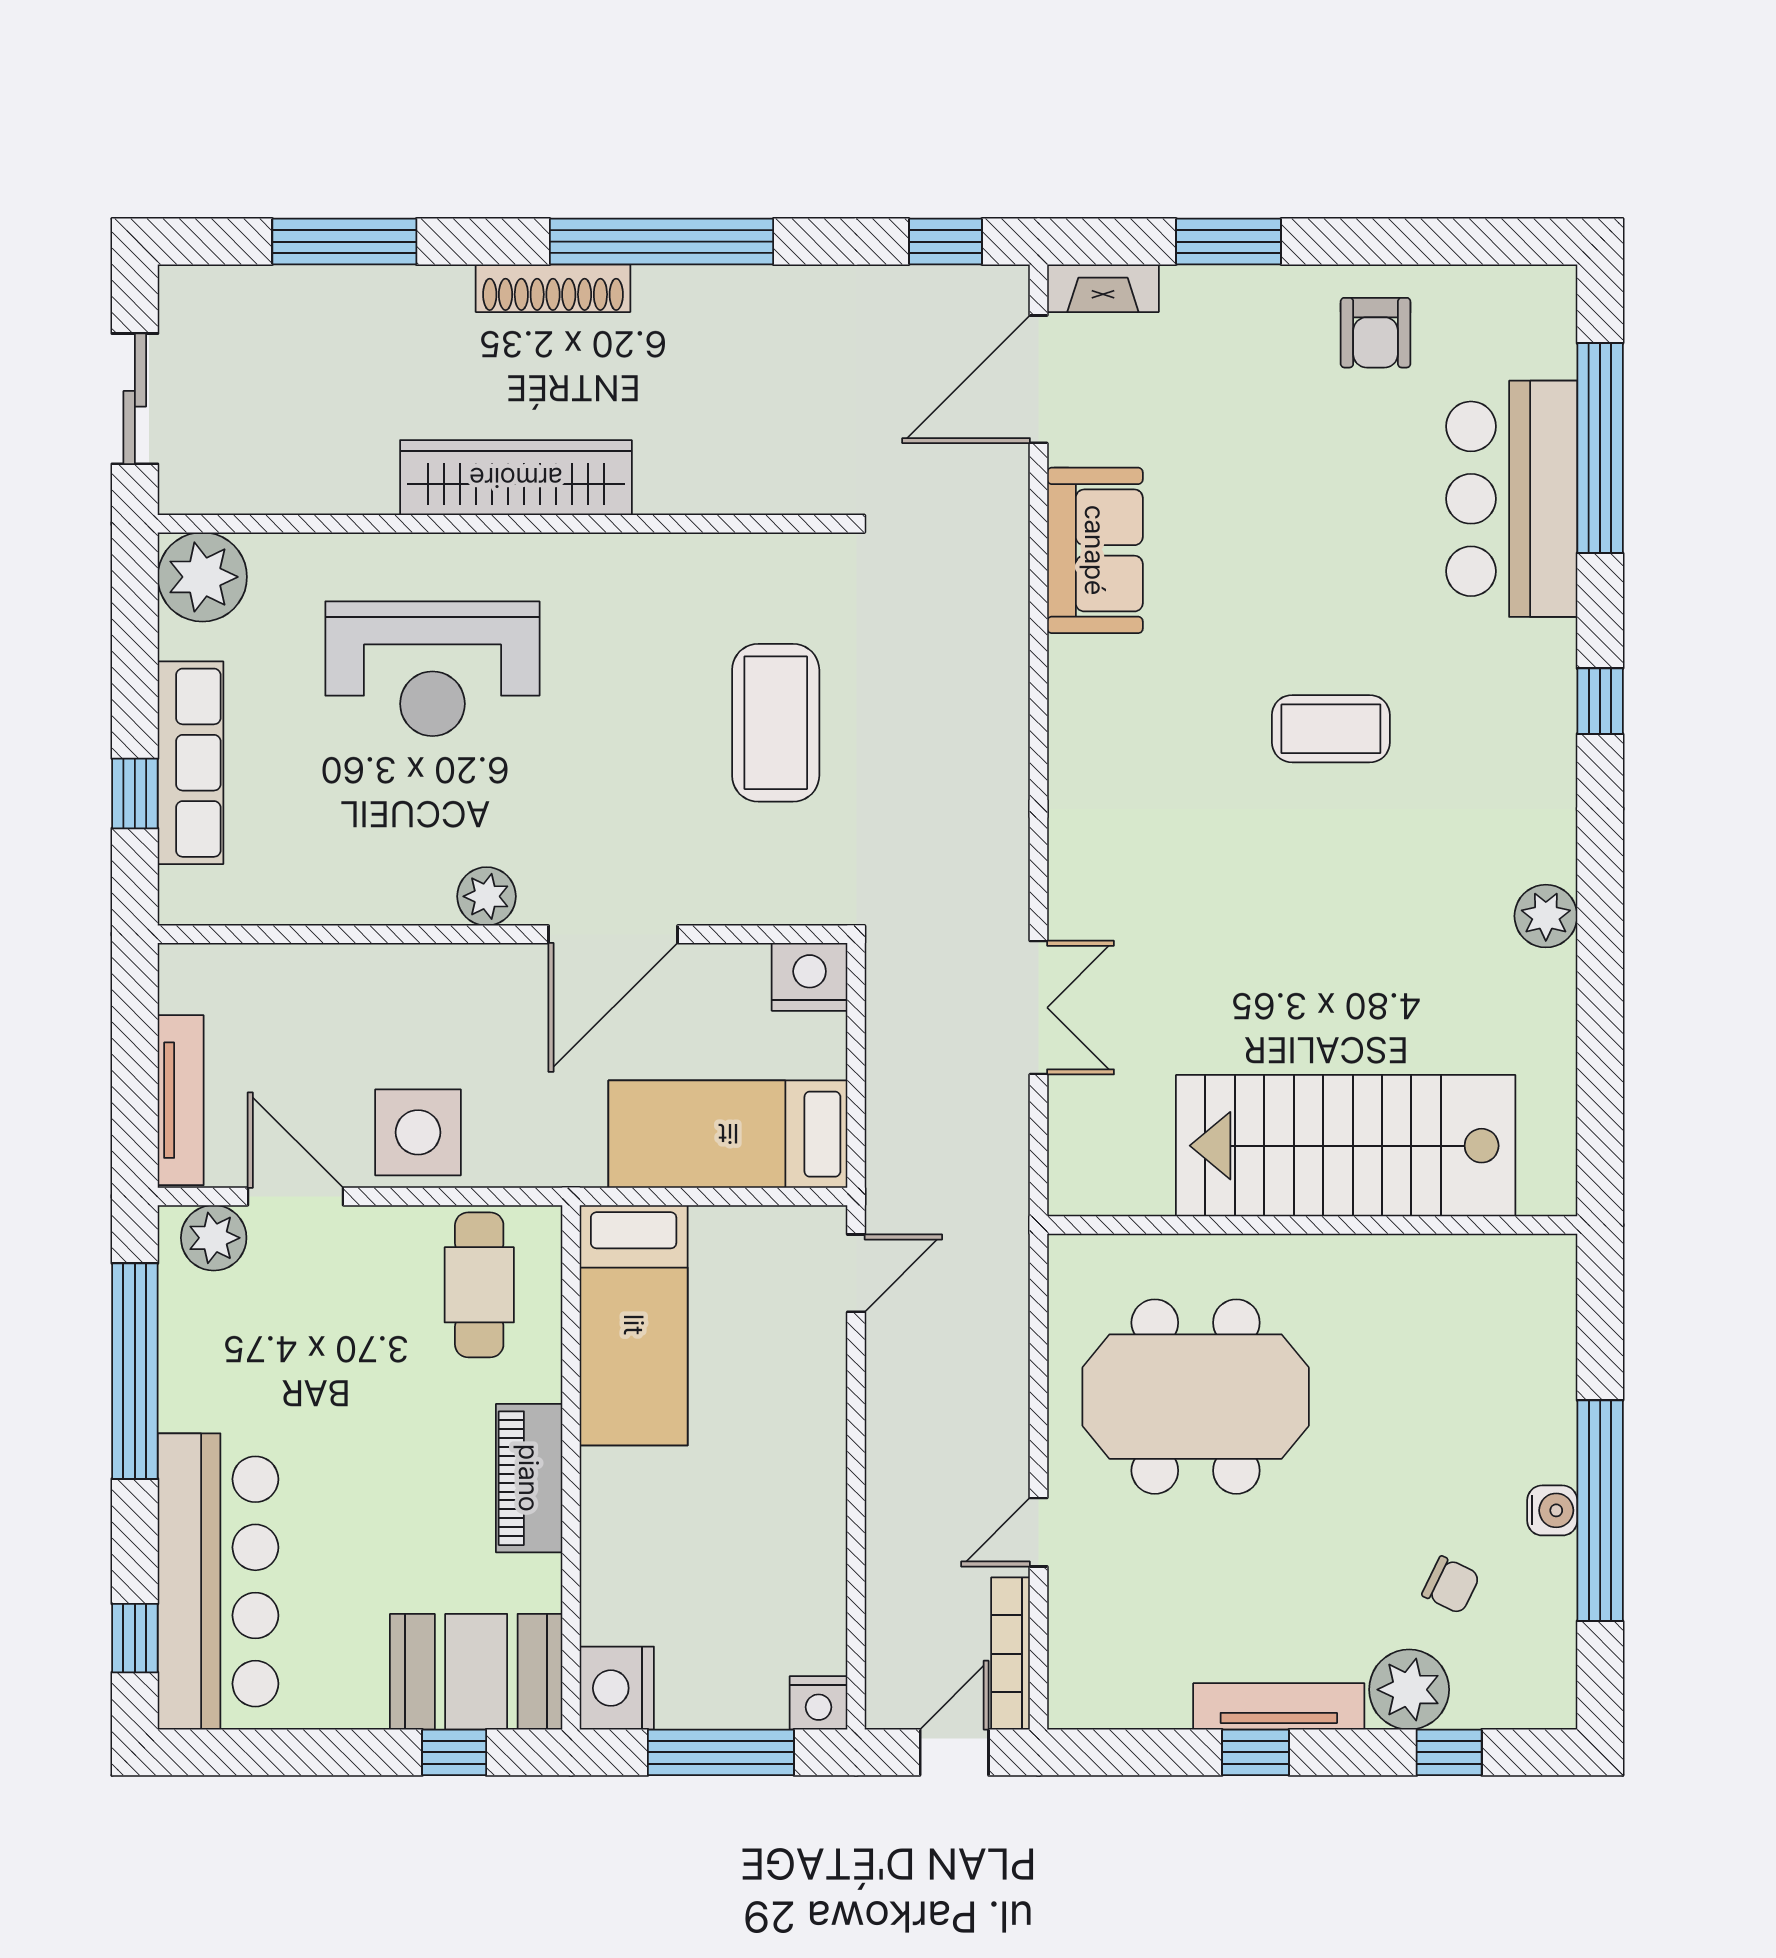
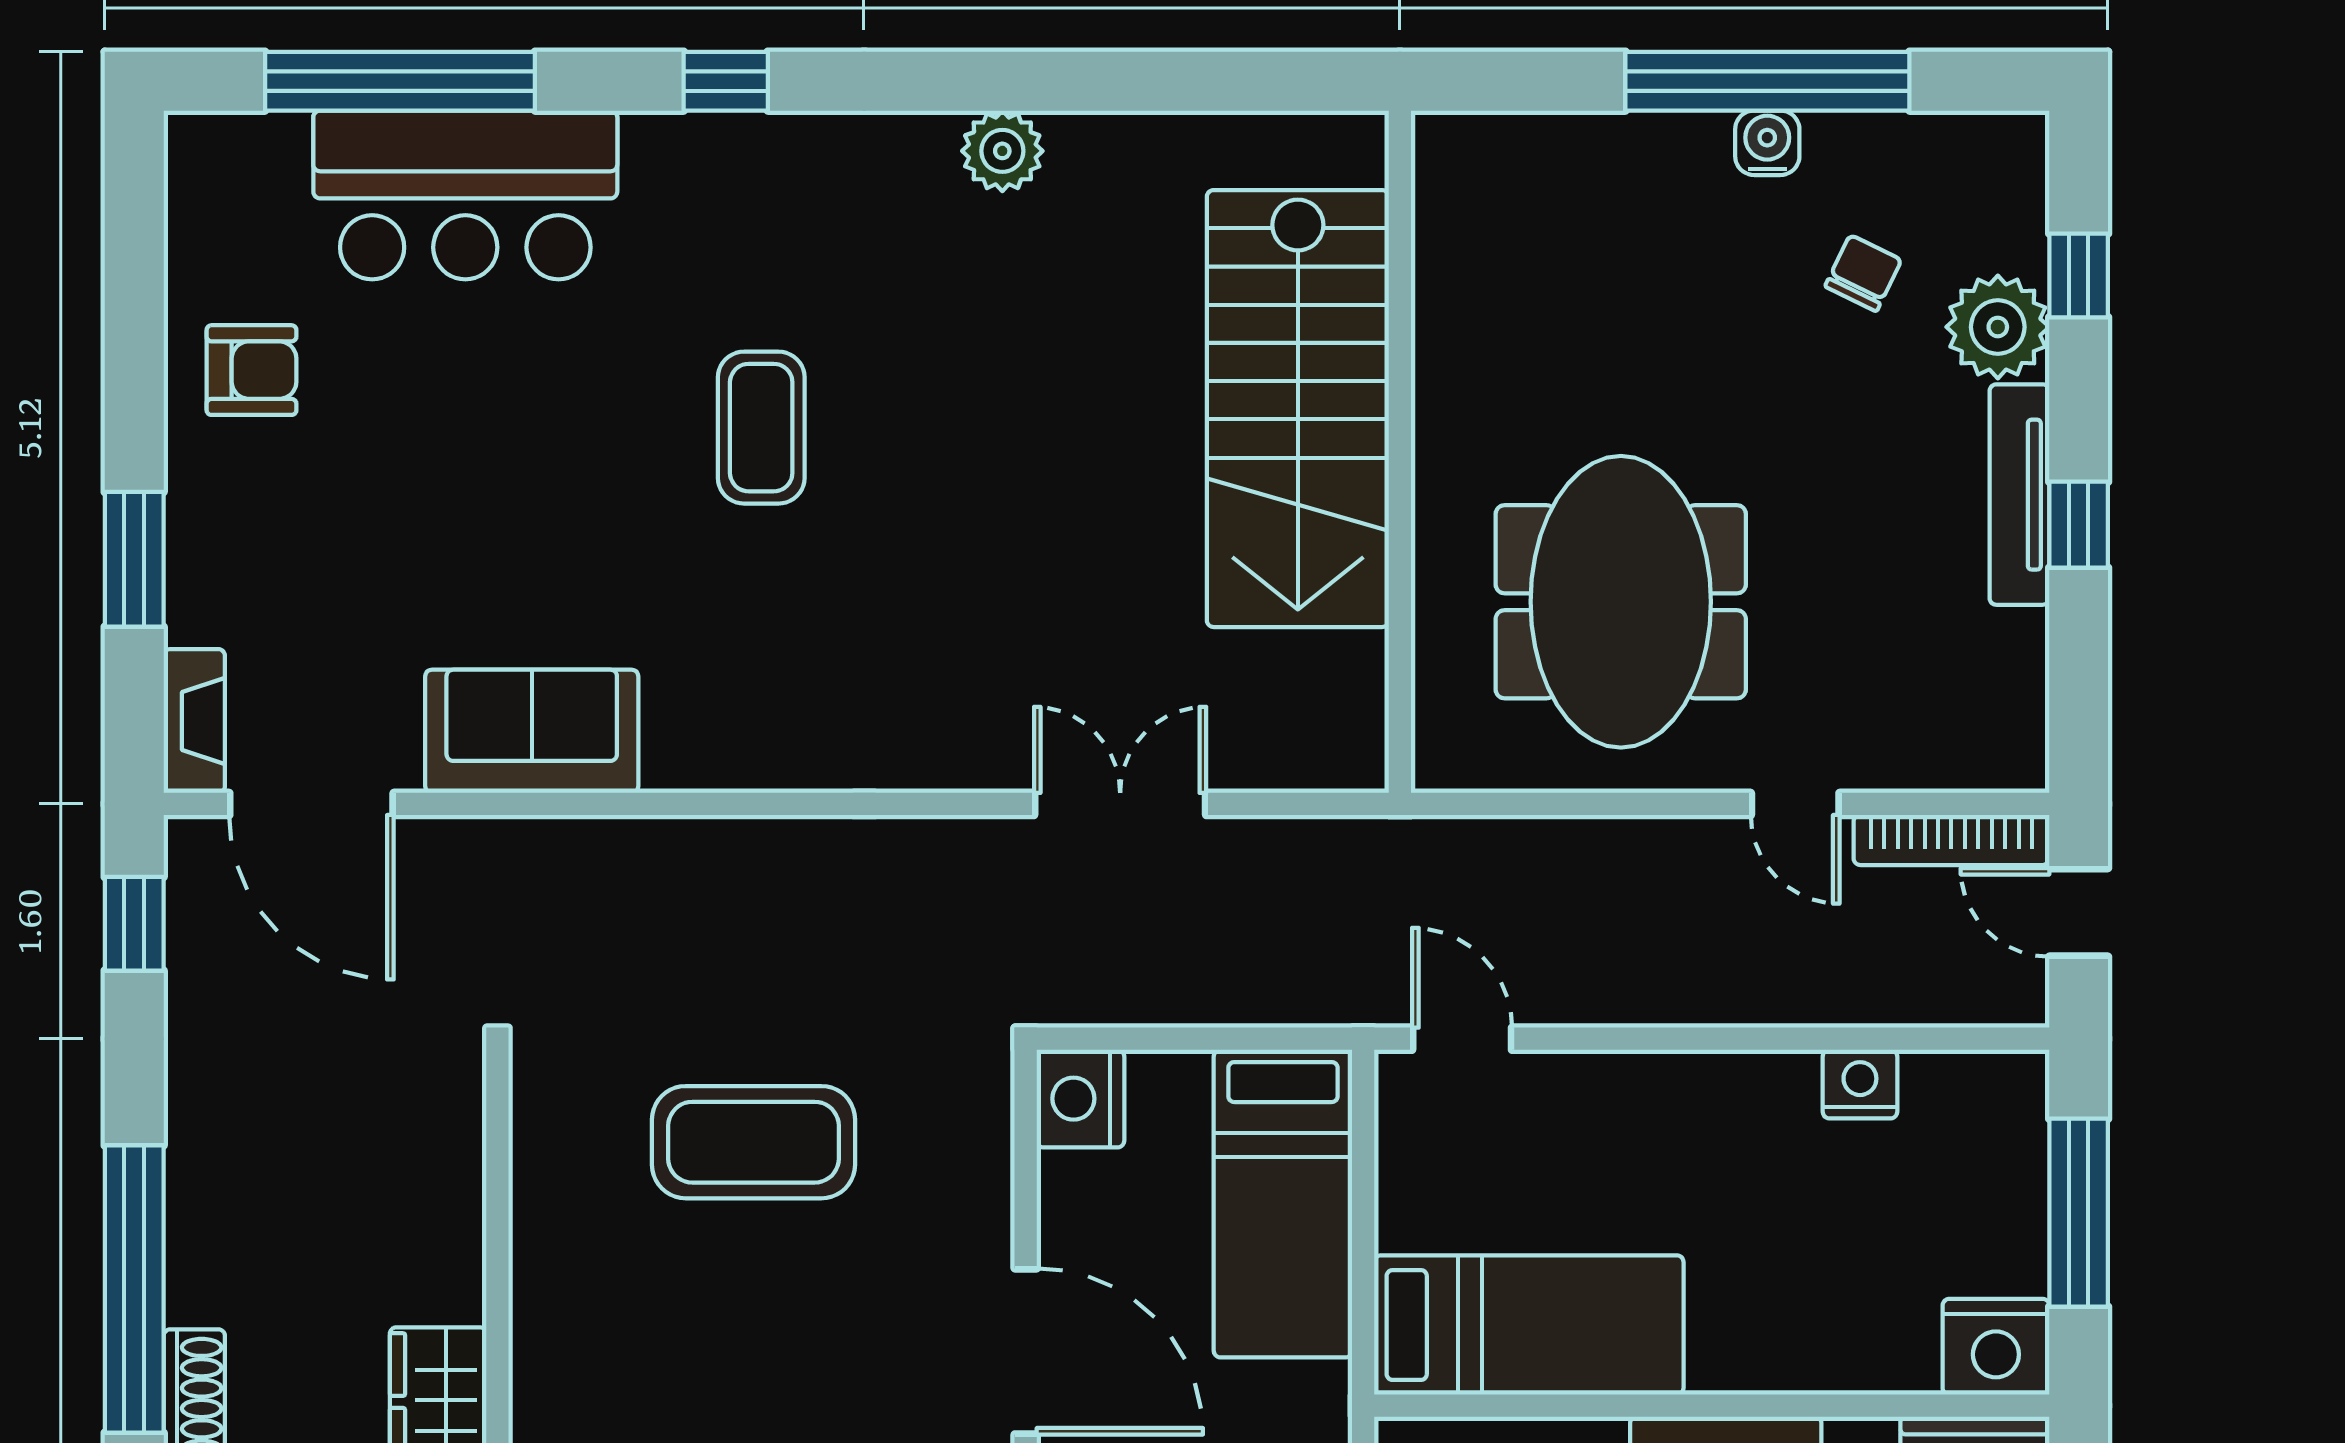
nightstand: (819, 1703) -> (1860, 1084), moved, turned -90

